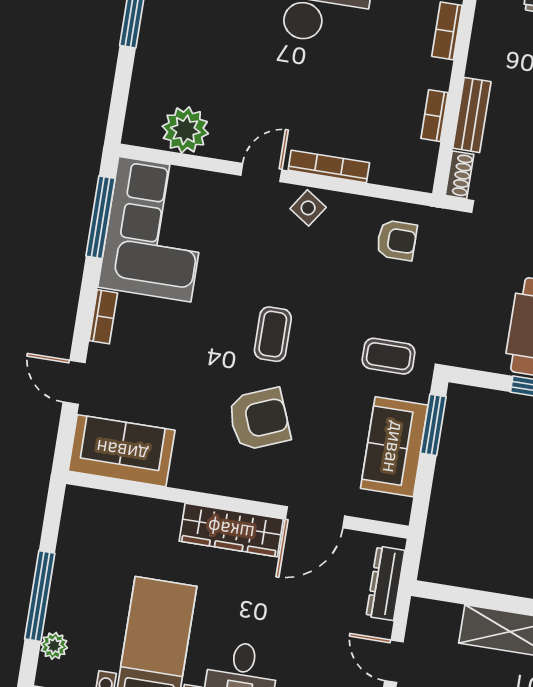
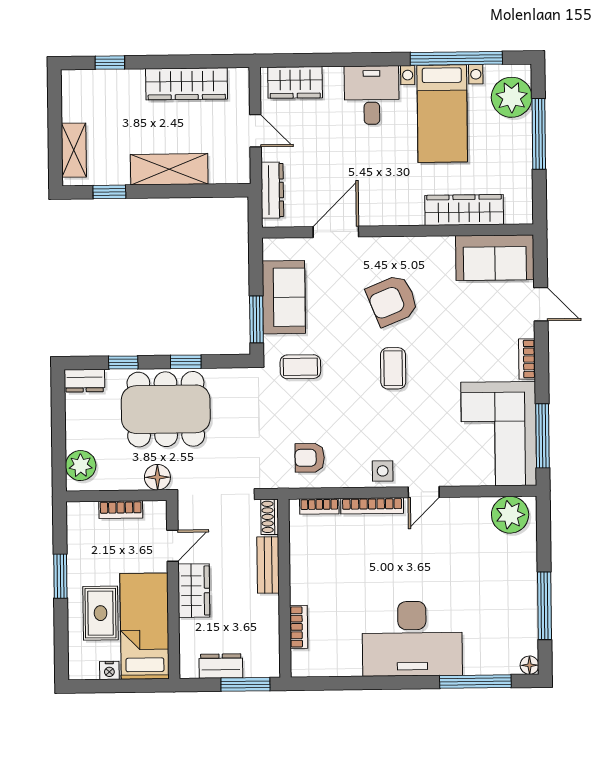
bookcase: (435, 116) -> (319, 506), moved, turned 90
plant: (185, 130) -> (510, 515), moved
side table: (308, 208) -> (383, 471), turned -34
wardrobe: (231, 530) -> (464, 210), moved
plant: (54, 646) -> (512, 97), width x1.87, depth x1.87

